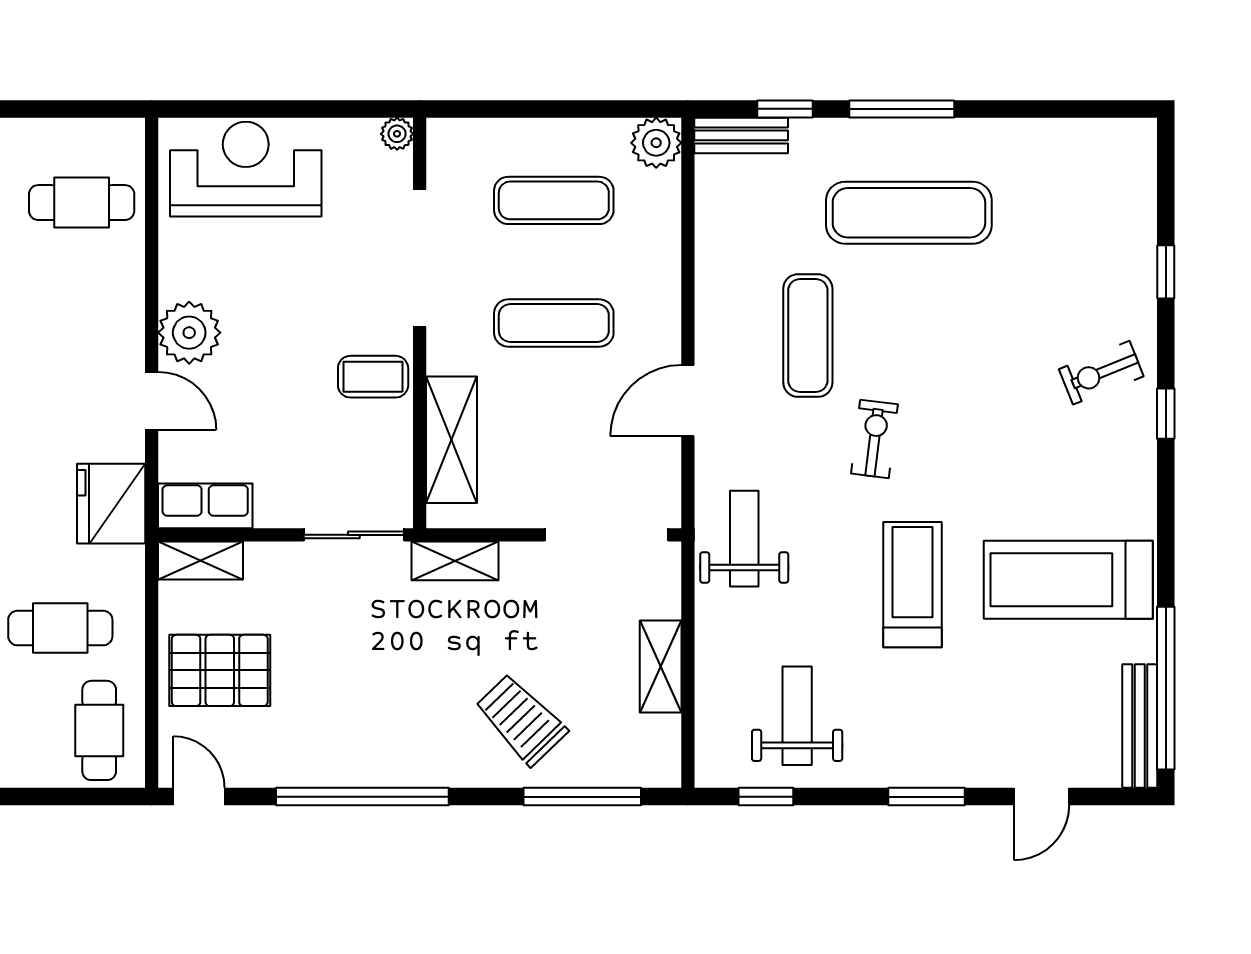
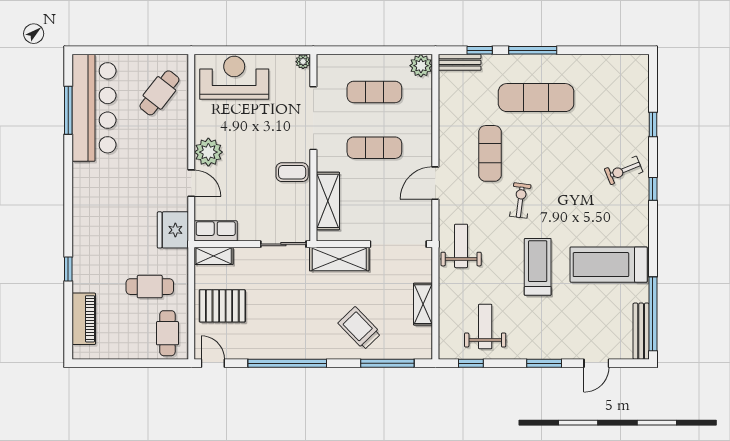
cafe table: (82, 203) -> (159, 93), turned -52
shelving: (455, 561) -> (339, 259), width x1.50, depth x1.33

